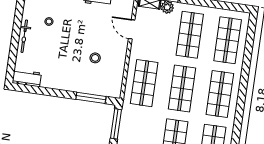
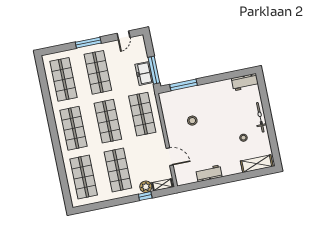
freezer: (127, 124) -> (144, 73), added

